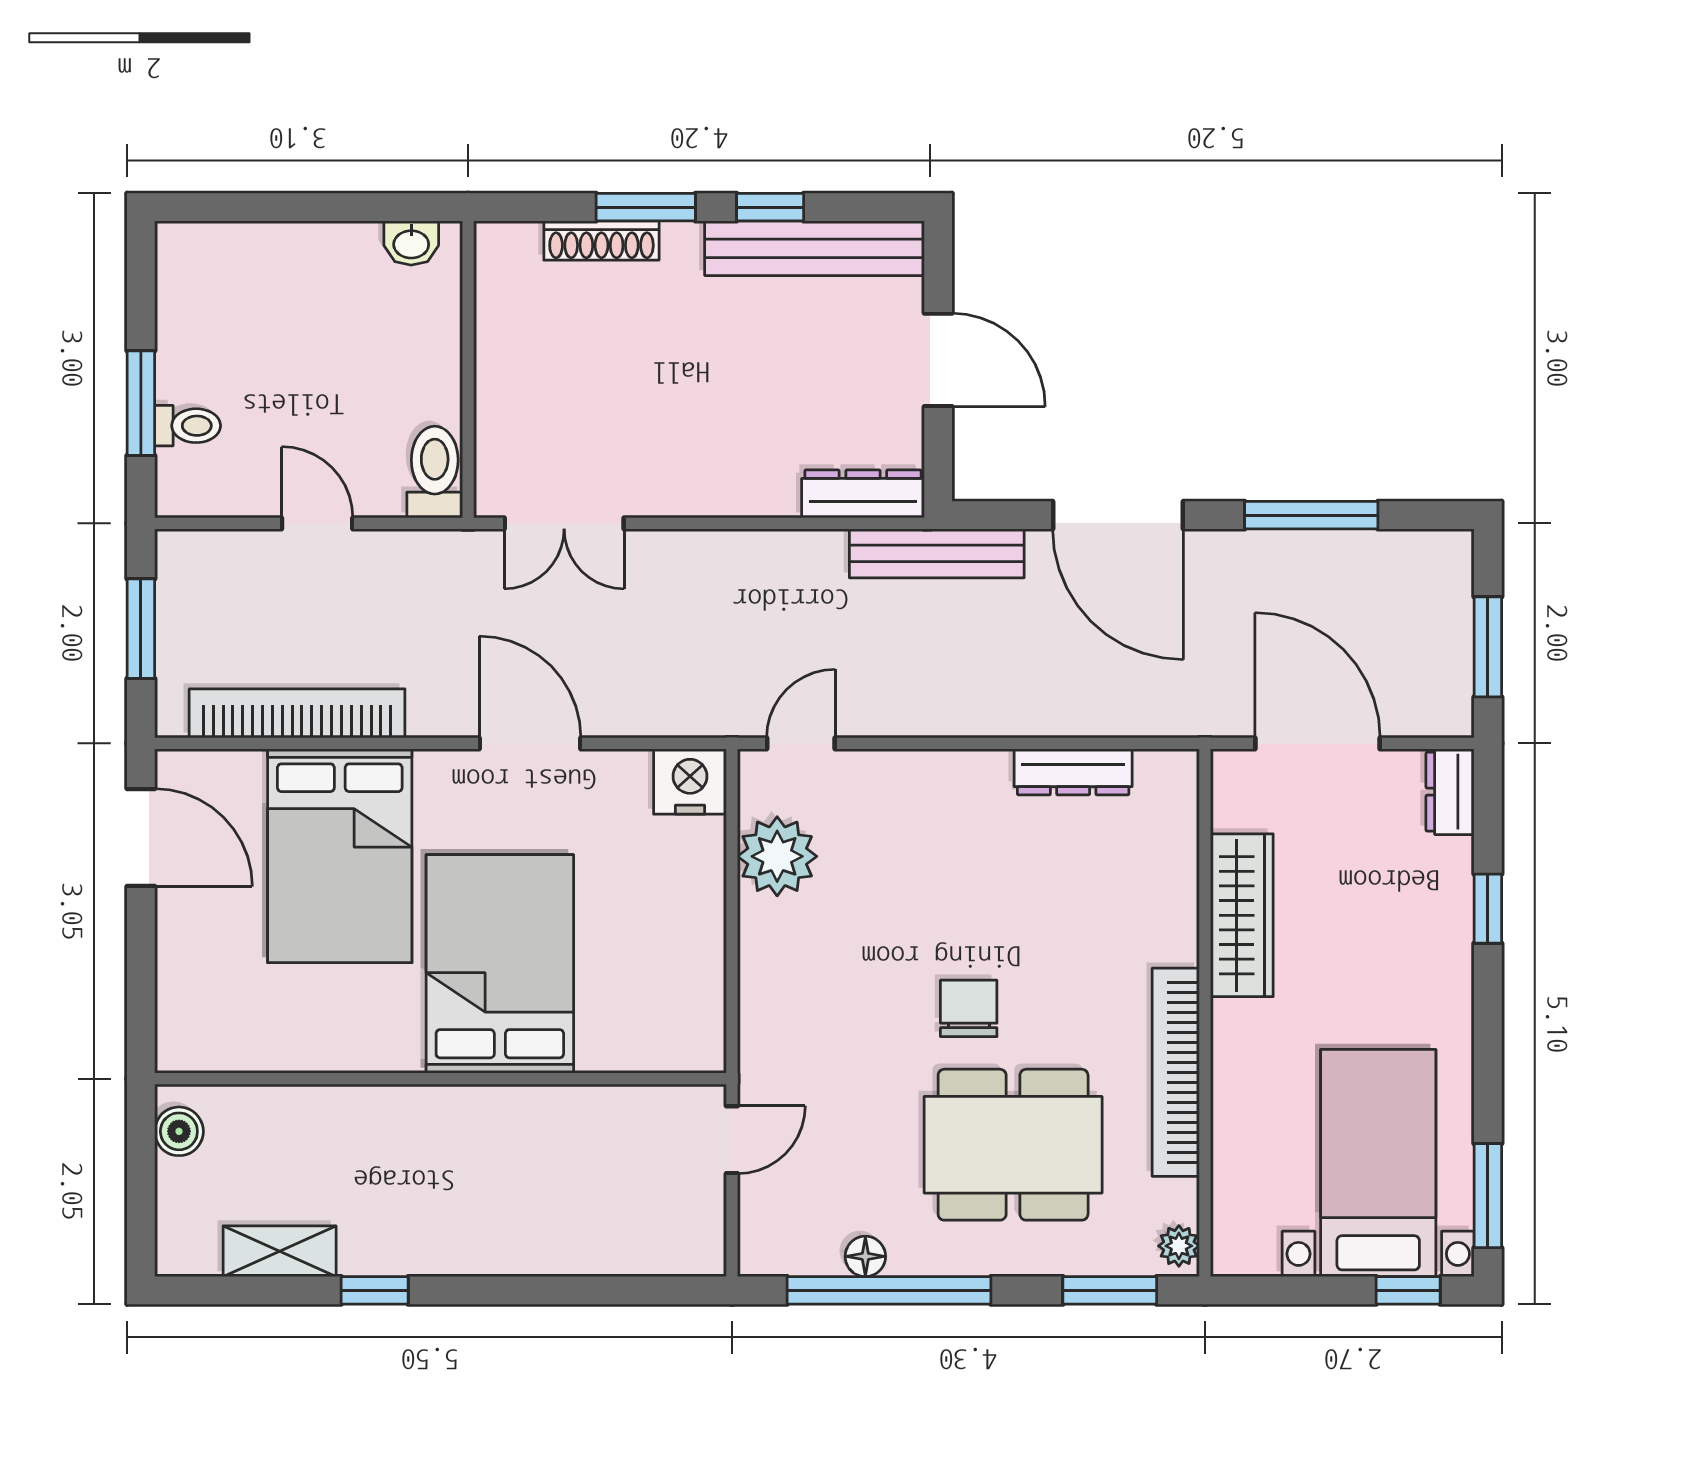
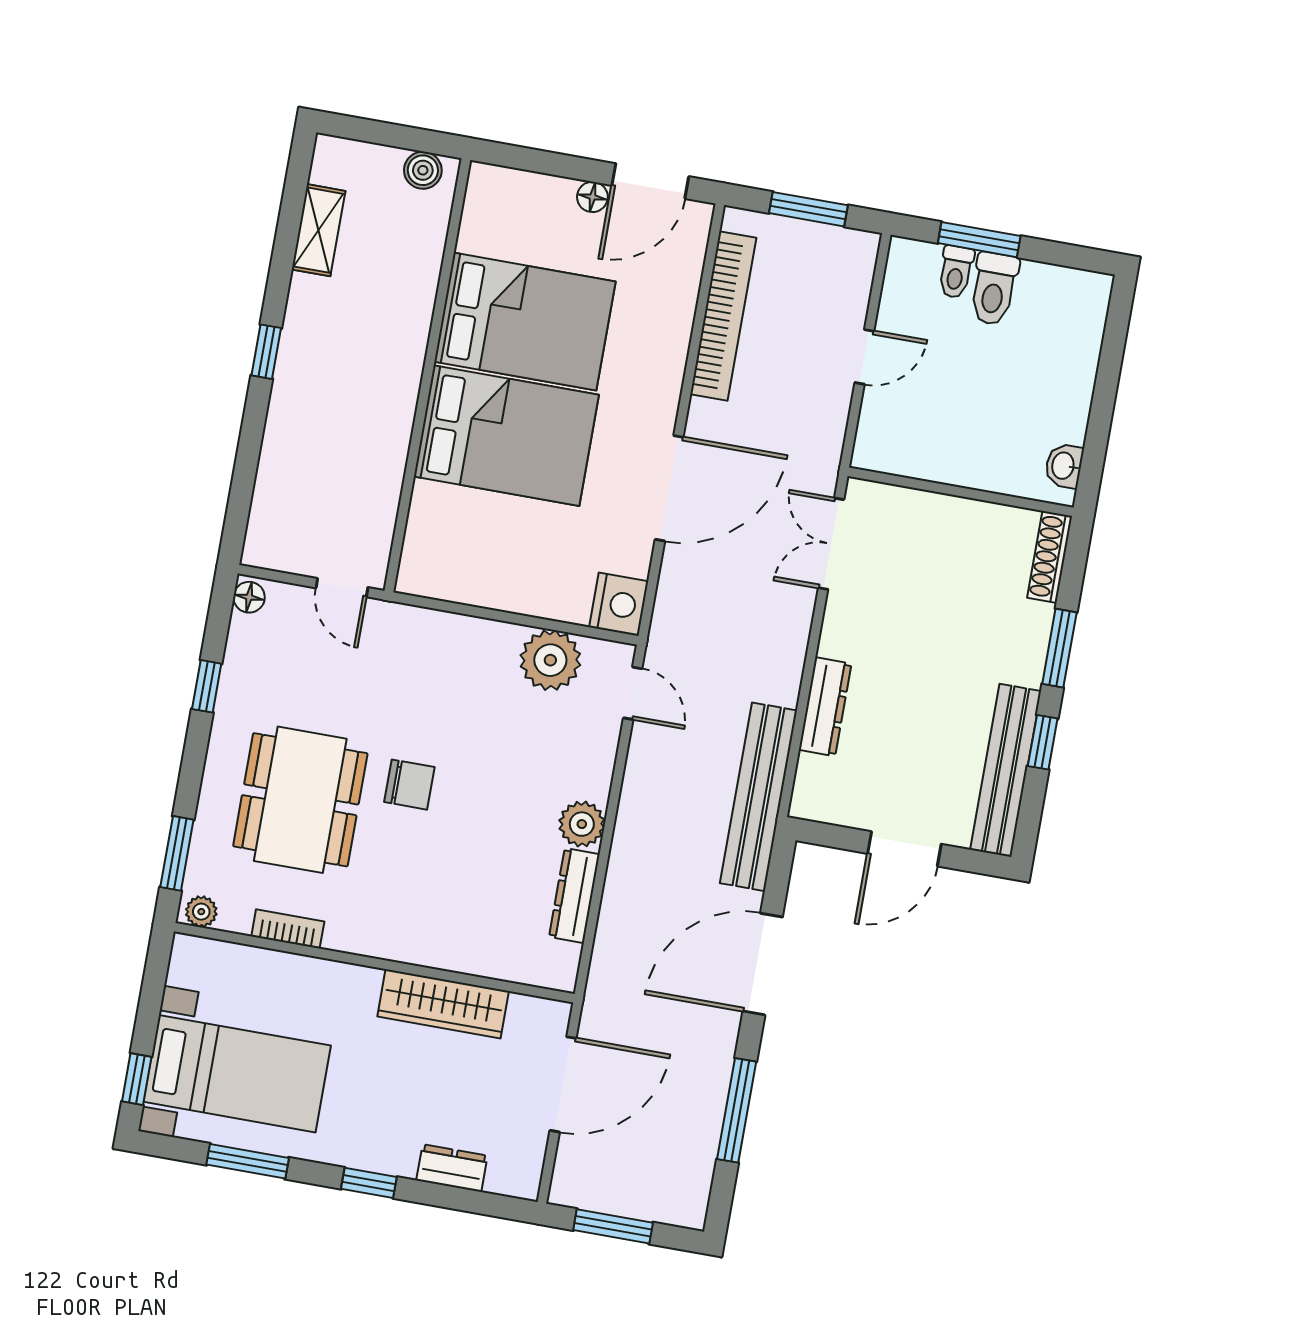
shoe rack: (601, 241) -> (1050, 557), moved
toilet: (435, 472) -> (994, 289), moved, turned 90
dresser: (863, 494) -> (825, 707), moved
bench: (937, 553) -> (759, 797), width x1.37, depth x1.21
door: (530, 743) -> (669, 488), width x1.36
plant: (980, 779) -> (582, 824), added
dresser: (1450, 792) -> (452, 1168), moved
bed: (340, 856) -> (525, 322), moved, turned 180
floor lamp: (174, 908) -> (592, 197), added
window: (1488, 909) -> (369, 1183), moved
bookcase: (1176, 1072) -> (288, 929), width x0.43, depth x0.76
window: (1488, 1196) -> (248, 1161), moved
floor lamp: (865, 1256) -> (249, 597), moved
window: (375, 1290) -> (266, 352), moved
window: (889, 1290) -> (207, 686), width x0.32

